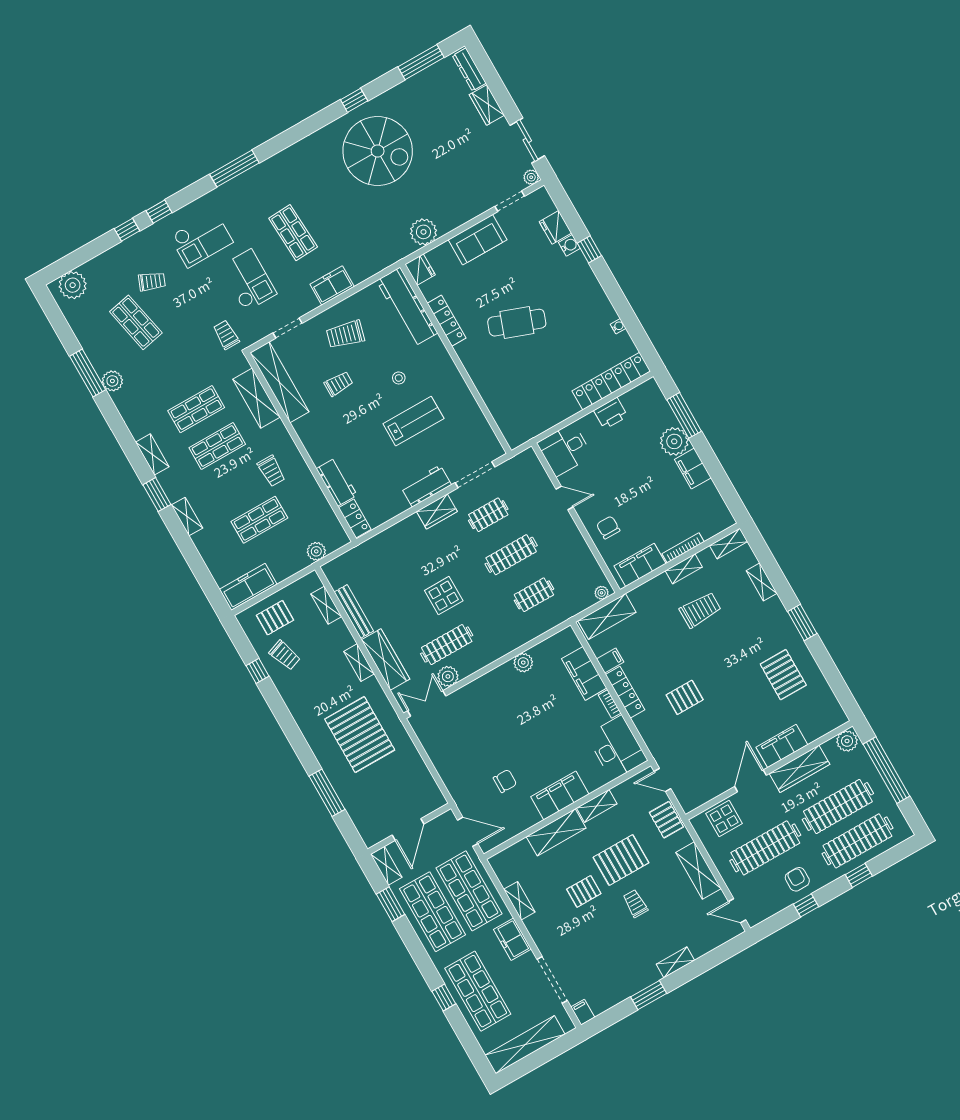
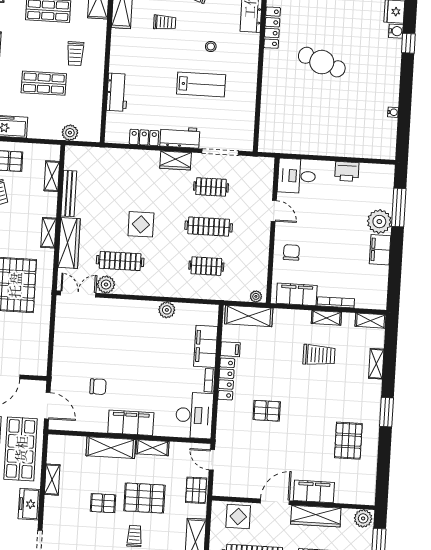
locker: (611, 381) -> (362, 149), removed
locker: (355, 519) -> (144, 137), moved, turned -90

